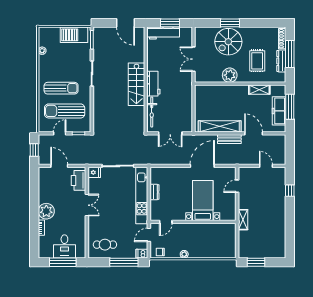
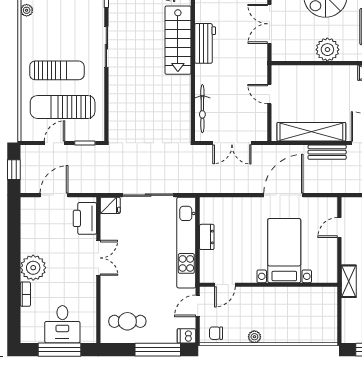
stairs: (136, 84) -> (178, 40), moved
workbench: (153, 84) -> (205, 43), moved
door: (193, 103) -> (269, 94), added
door: (59, 166) -> (54, 195), hinge flipped

